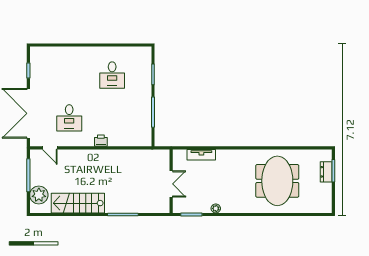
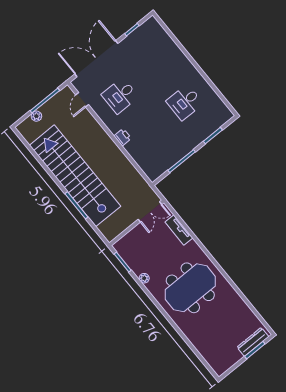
dresser: (326, 172) -> (253, 342), width x1.44
meeting table: (277, 181) -> (190, 288), moved
double door: (171, 184) -> (150, 212), moved
plant: (39, 195) -> (36, 116), width x0.53, depth x0.53
stairs: (78, 203) -> (75, 176), width x1.86, depth x1.51

